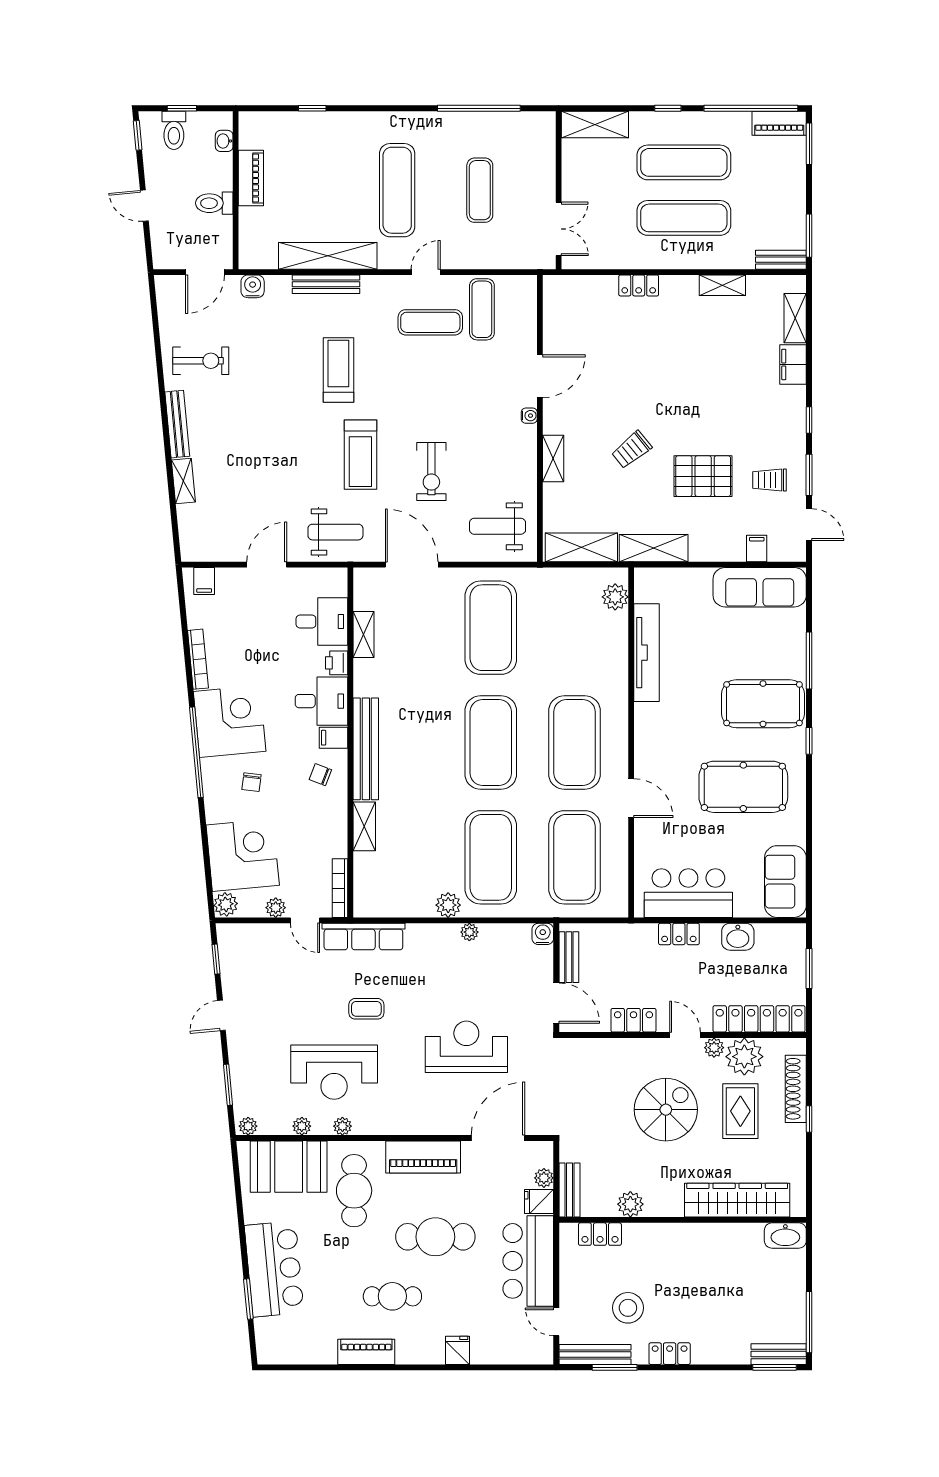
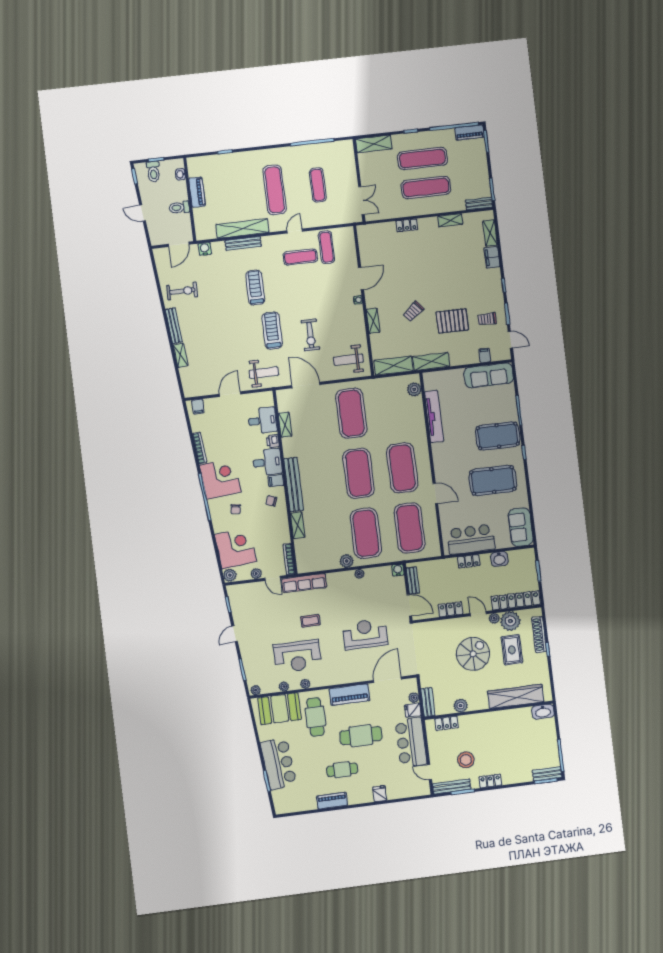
treadmill: (360, 455) -> (272, 331), turned 180

